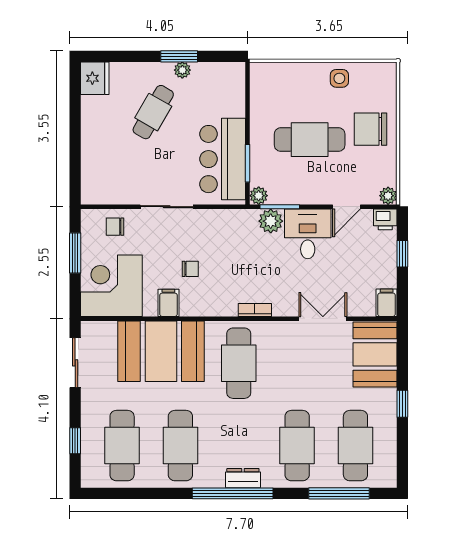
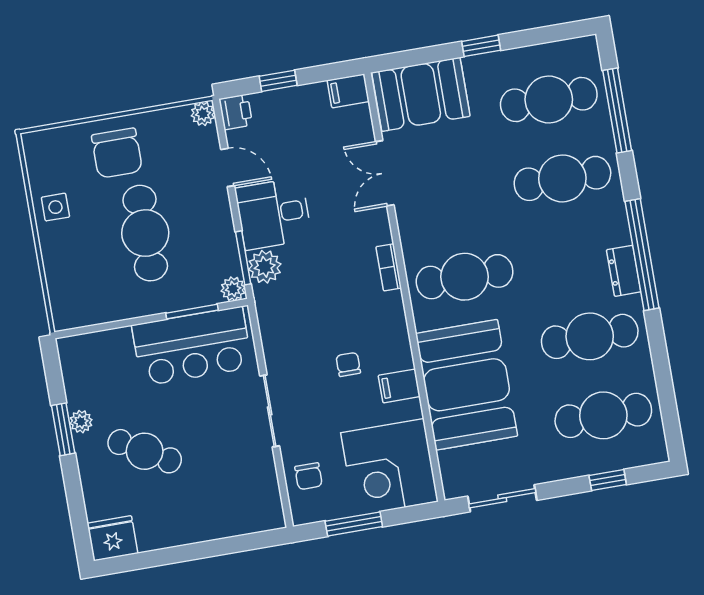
dresser: (243, 478) -> (624, 271), moved

